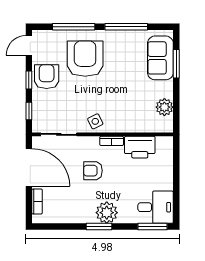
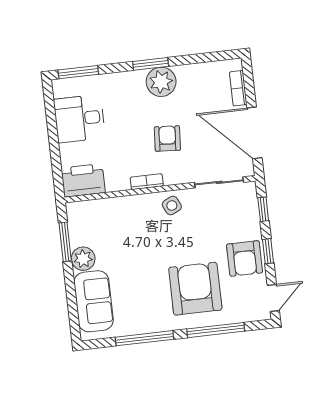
armchair: (85, 59) -> (195, 289), turned 180
window: (176, 64) -> (65, 242), moved
plant: (164, 107) -> (83, 259), moved
printer: (140, 147) -> (83, 180), moved
armchair: (93, 171) -> (167, 139), turned -86
desk: (156, 207) -> (79, 119), moved
plant: (107, 213) -> (161, 82), moved

